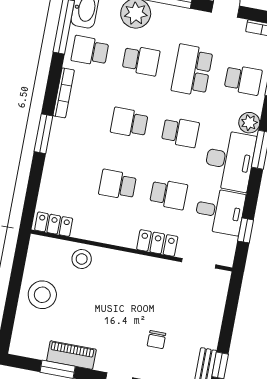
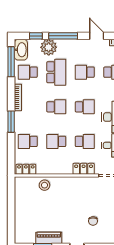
school desk: (141, 61) -> (56, 72), width x1.85
school desk: (192, 70) -> (85, 72), width x0.54
school desk: (129, 123) -> (56, 107), turned 180
school desk: (66, 175) -> (28, 141), added
stool: (42, 295) -> (27, 208), removed

